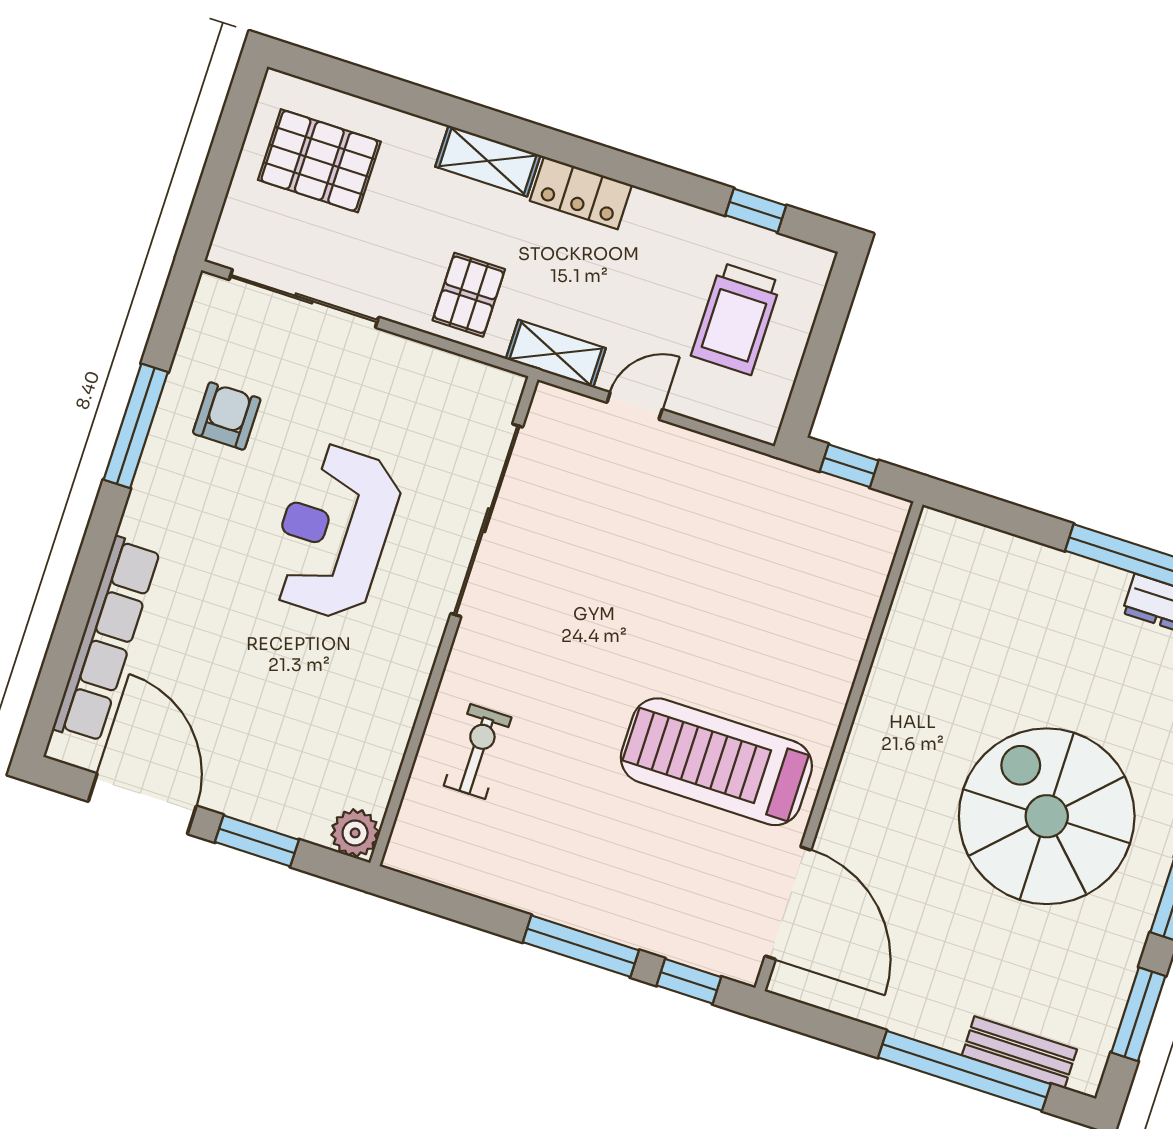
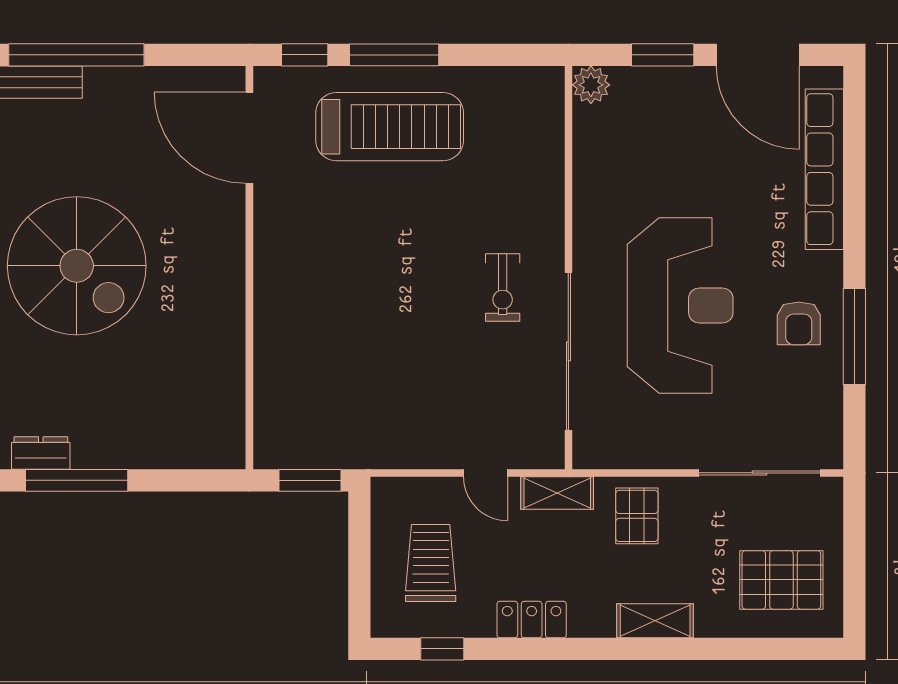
locker: (581, 193) -> (532, 620), moved
door: (635, 406) -> (485, 473), hinge flipped
armchair: (227, 416) -> (799, 323), moved
window: (849, 466) -> (310, 480), width x1.50
reception desk: (334, 532) -> (680, 306), width x1.36, depth x1.30
exercise bike: (478, 752) -> (503, 287), moved
treadmill: (716, 762) -> (390, 127), moved

